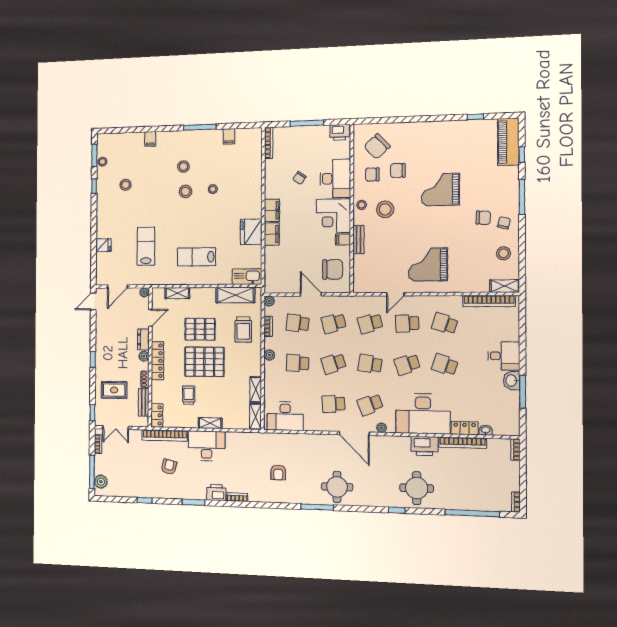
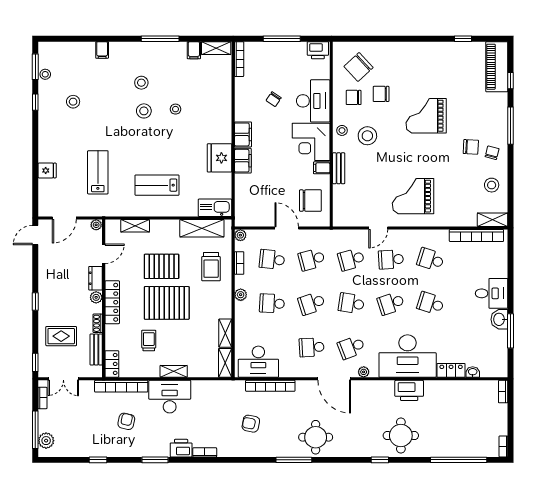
shelving: (248, 134) -> (216, 48), added
bookcase: (463, 443) -> (270, 386), moved
armchair: (278, 472) -> (251, 424), turned 101

